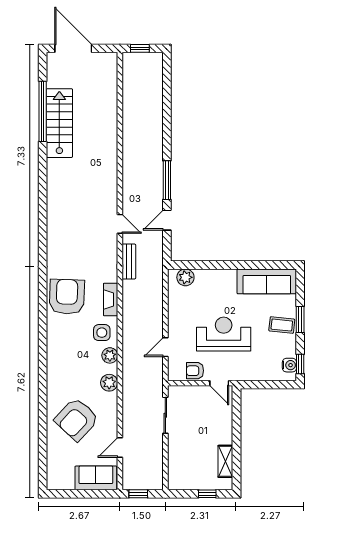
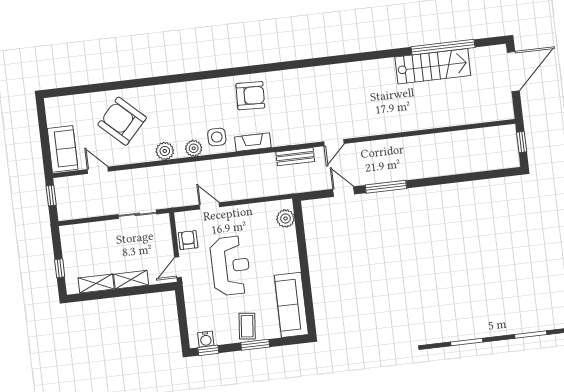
armchair: (67, 297) -> (250, 96), width x0.73, depth x0.73
shelving: (226, 428) -> (131, 280), added

